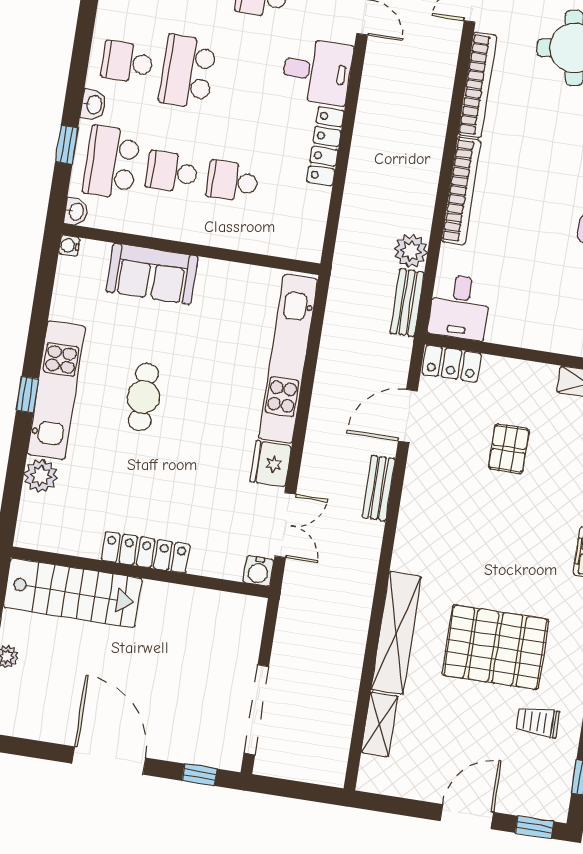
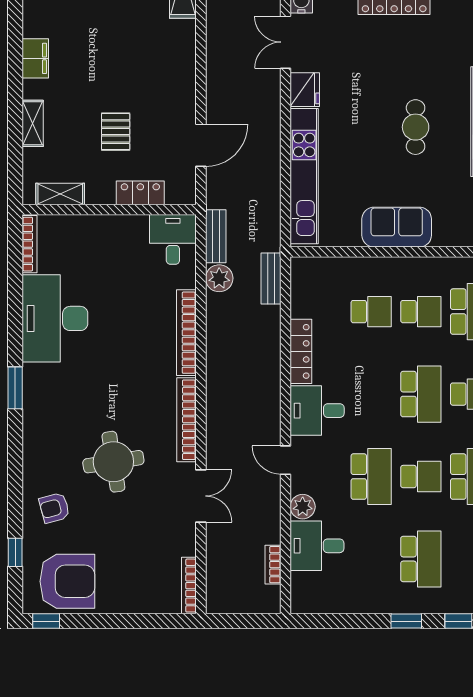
sofa: (152, 274) -> (397, 227), moved
locker: (452, 364) -> (140, 193), moved
bench: (378, 488) -> (271, 279), moved

